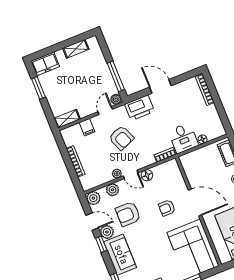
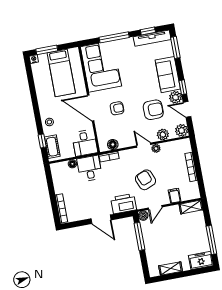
window: (38, 88) -> (211, 240), width x1.44
desk: (194, 164) -> (85, 143), added
floor lamp: (147, 175) -> (113, 144), moved

